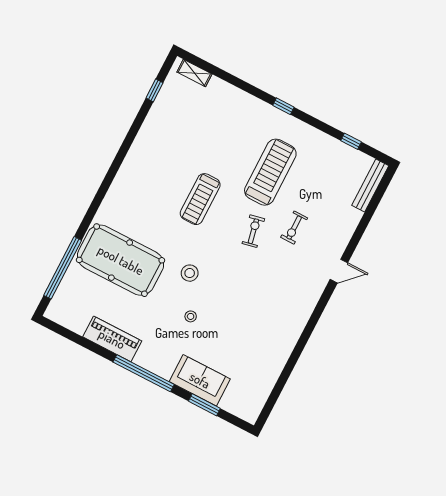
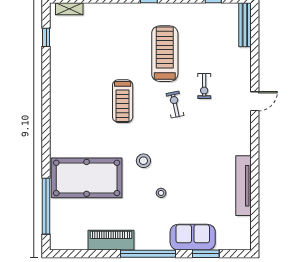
tv unit: (281, 354) -> (243, 186), added

